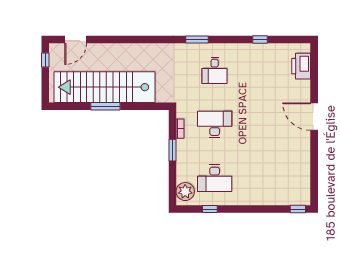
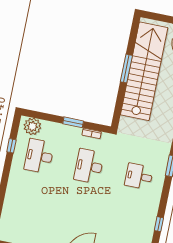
desk: (215, 124) -> (89, 166), turned 180

